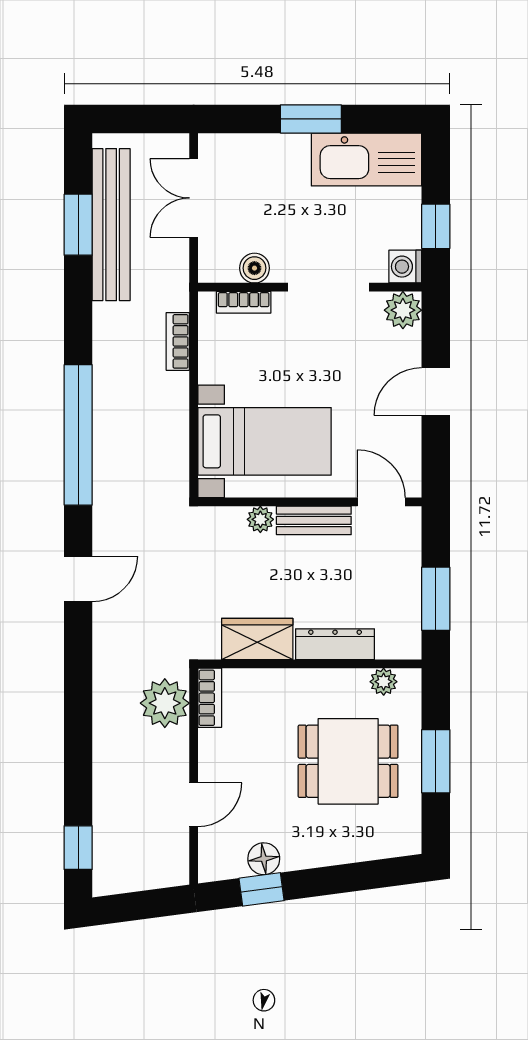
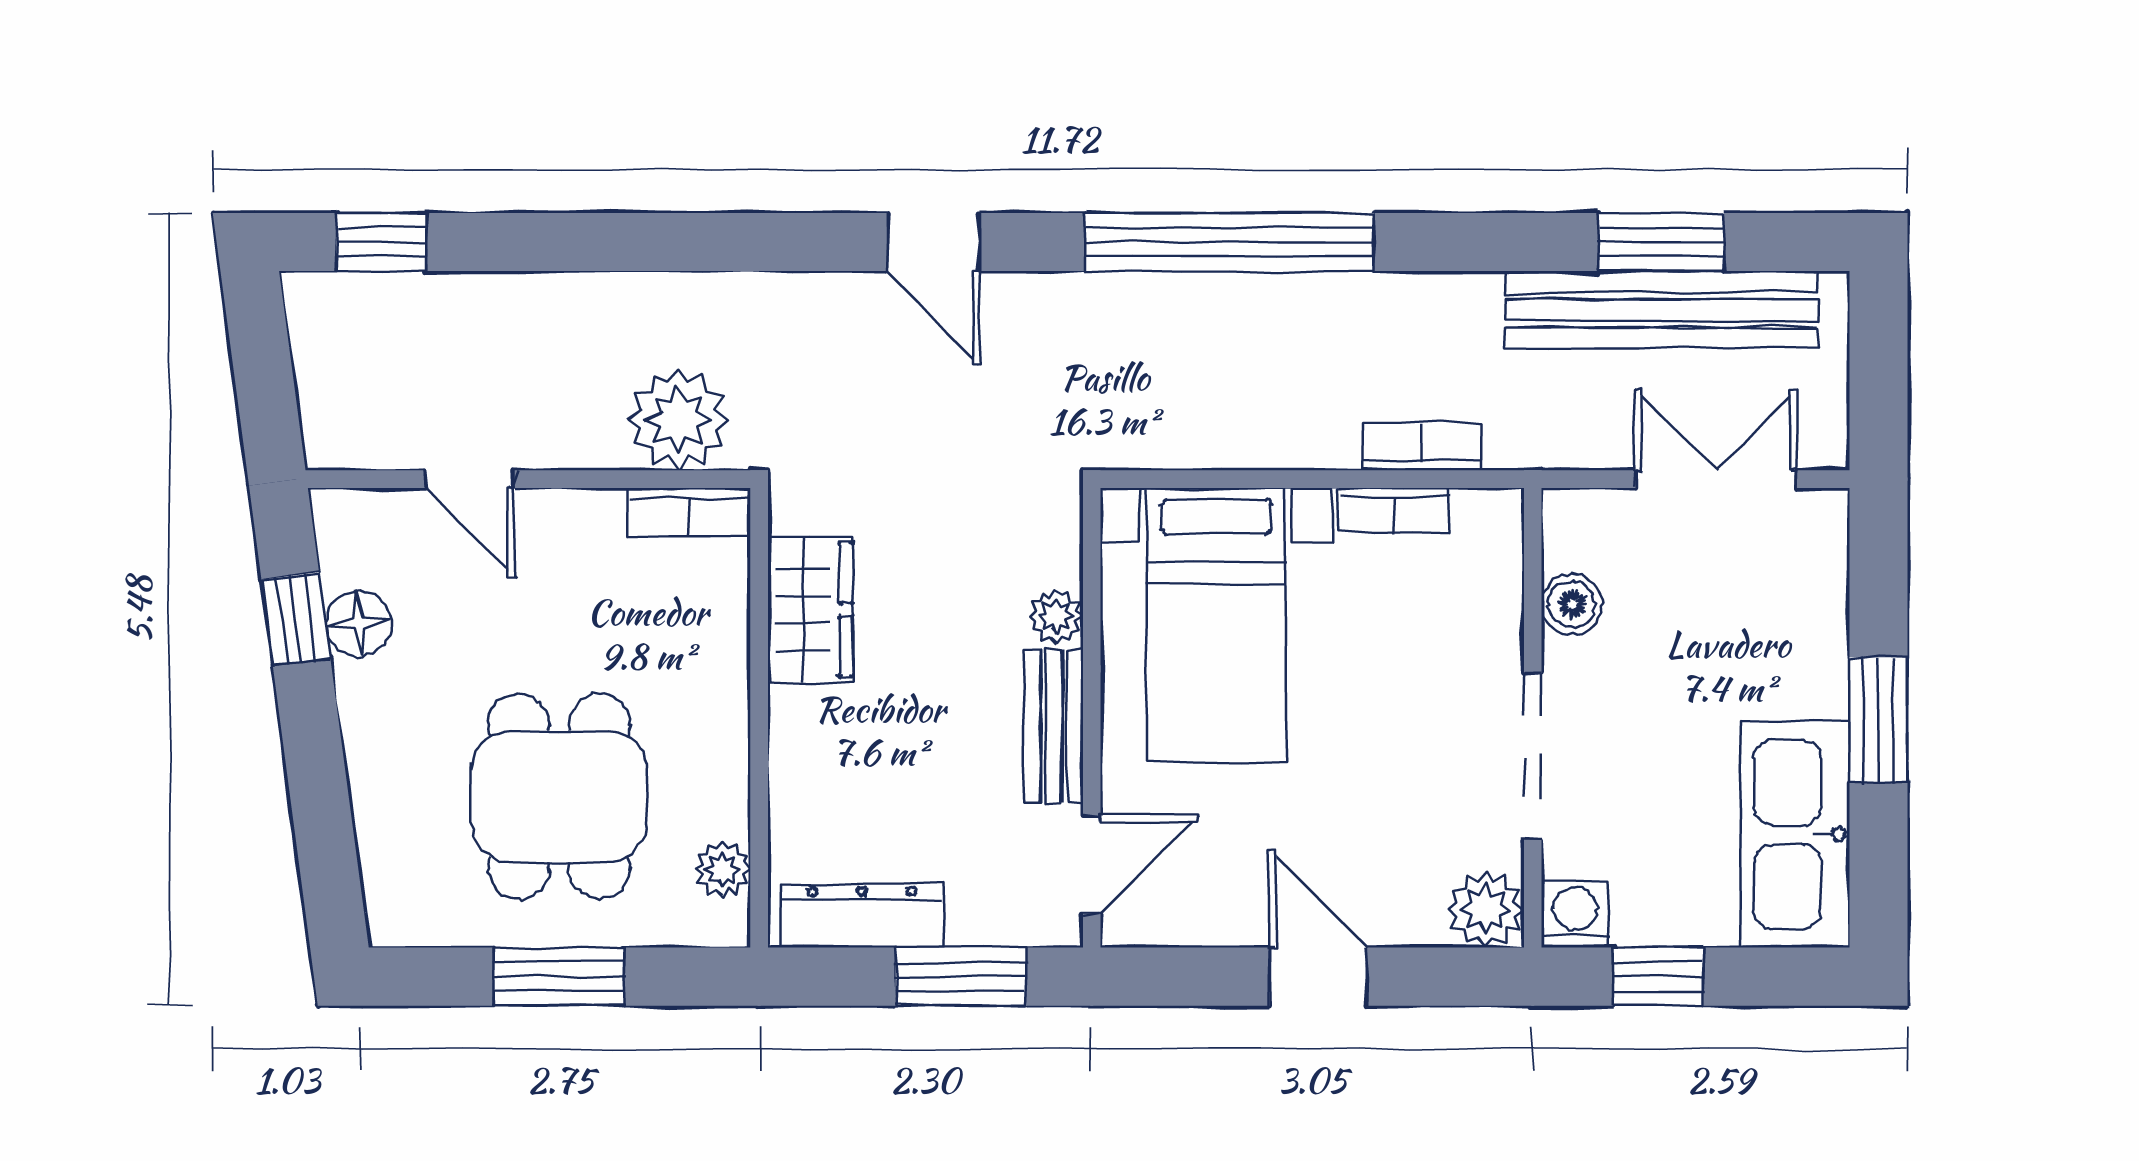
bookcase: (244, 302) -> (1393, 510), moved, turned -90
window: (436, 599) -> (961, 977), moved
dresser: (335, 644) -> (862, 916), moved, turned -90

